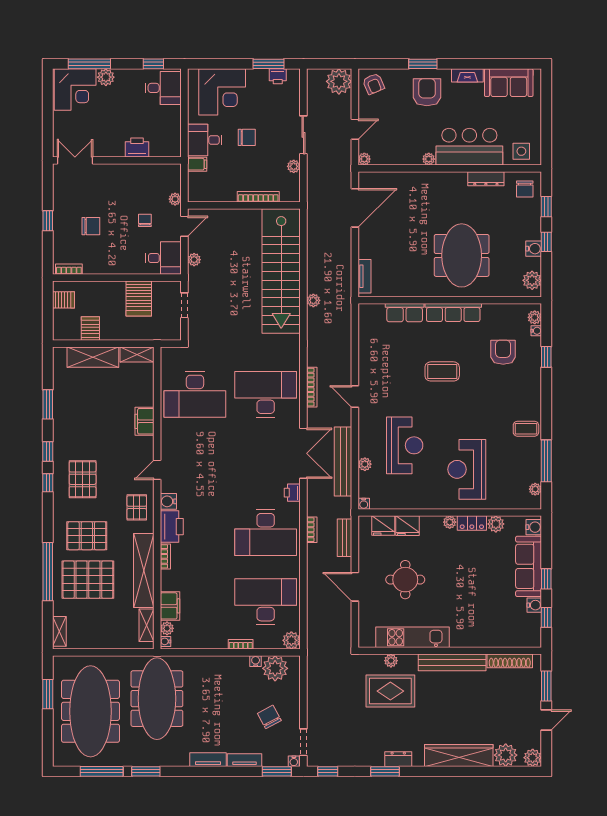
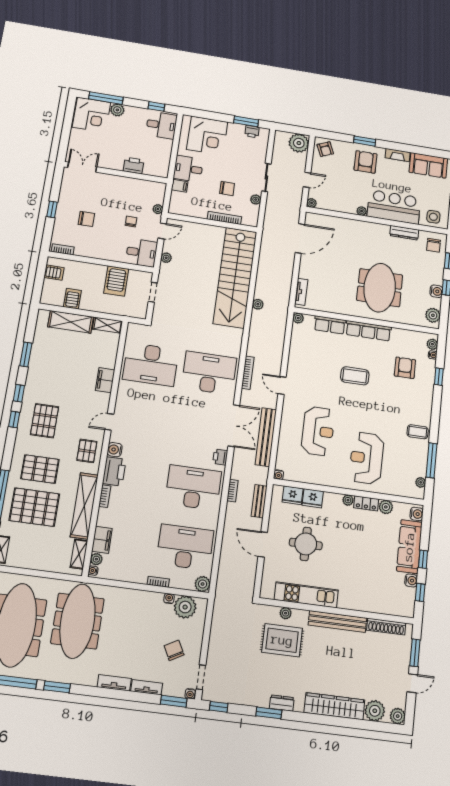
chair: (247, 137) -> (227, 188), moved
plant: (365, 464) -> (298, 318), moved
desk: (266, 533) -> (193, 488), turned 180

